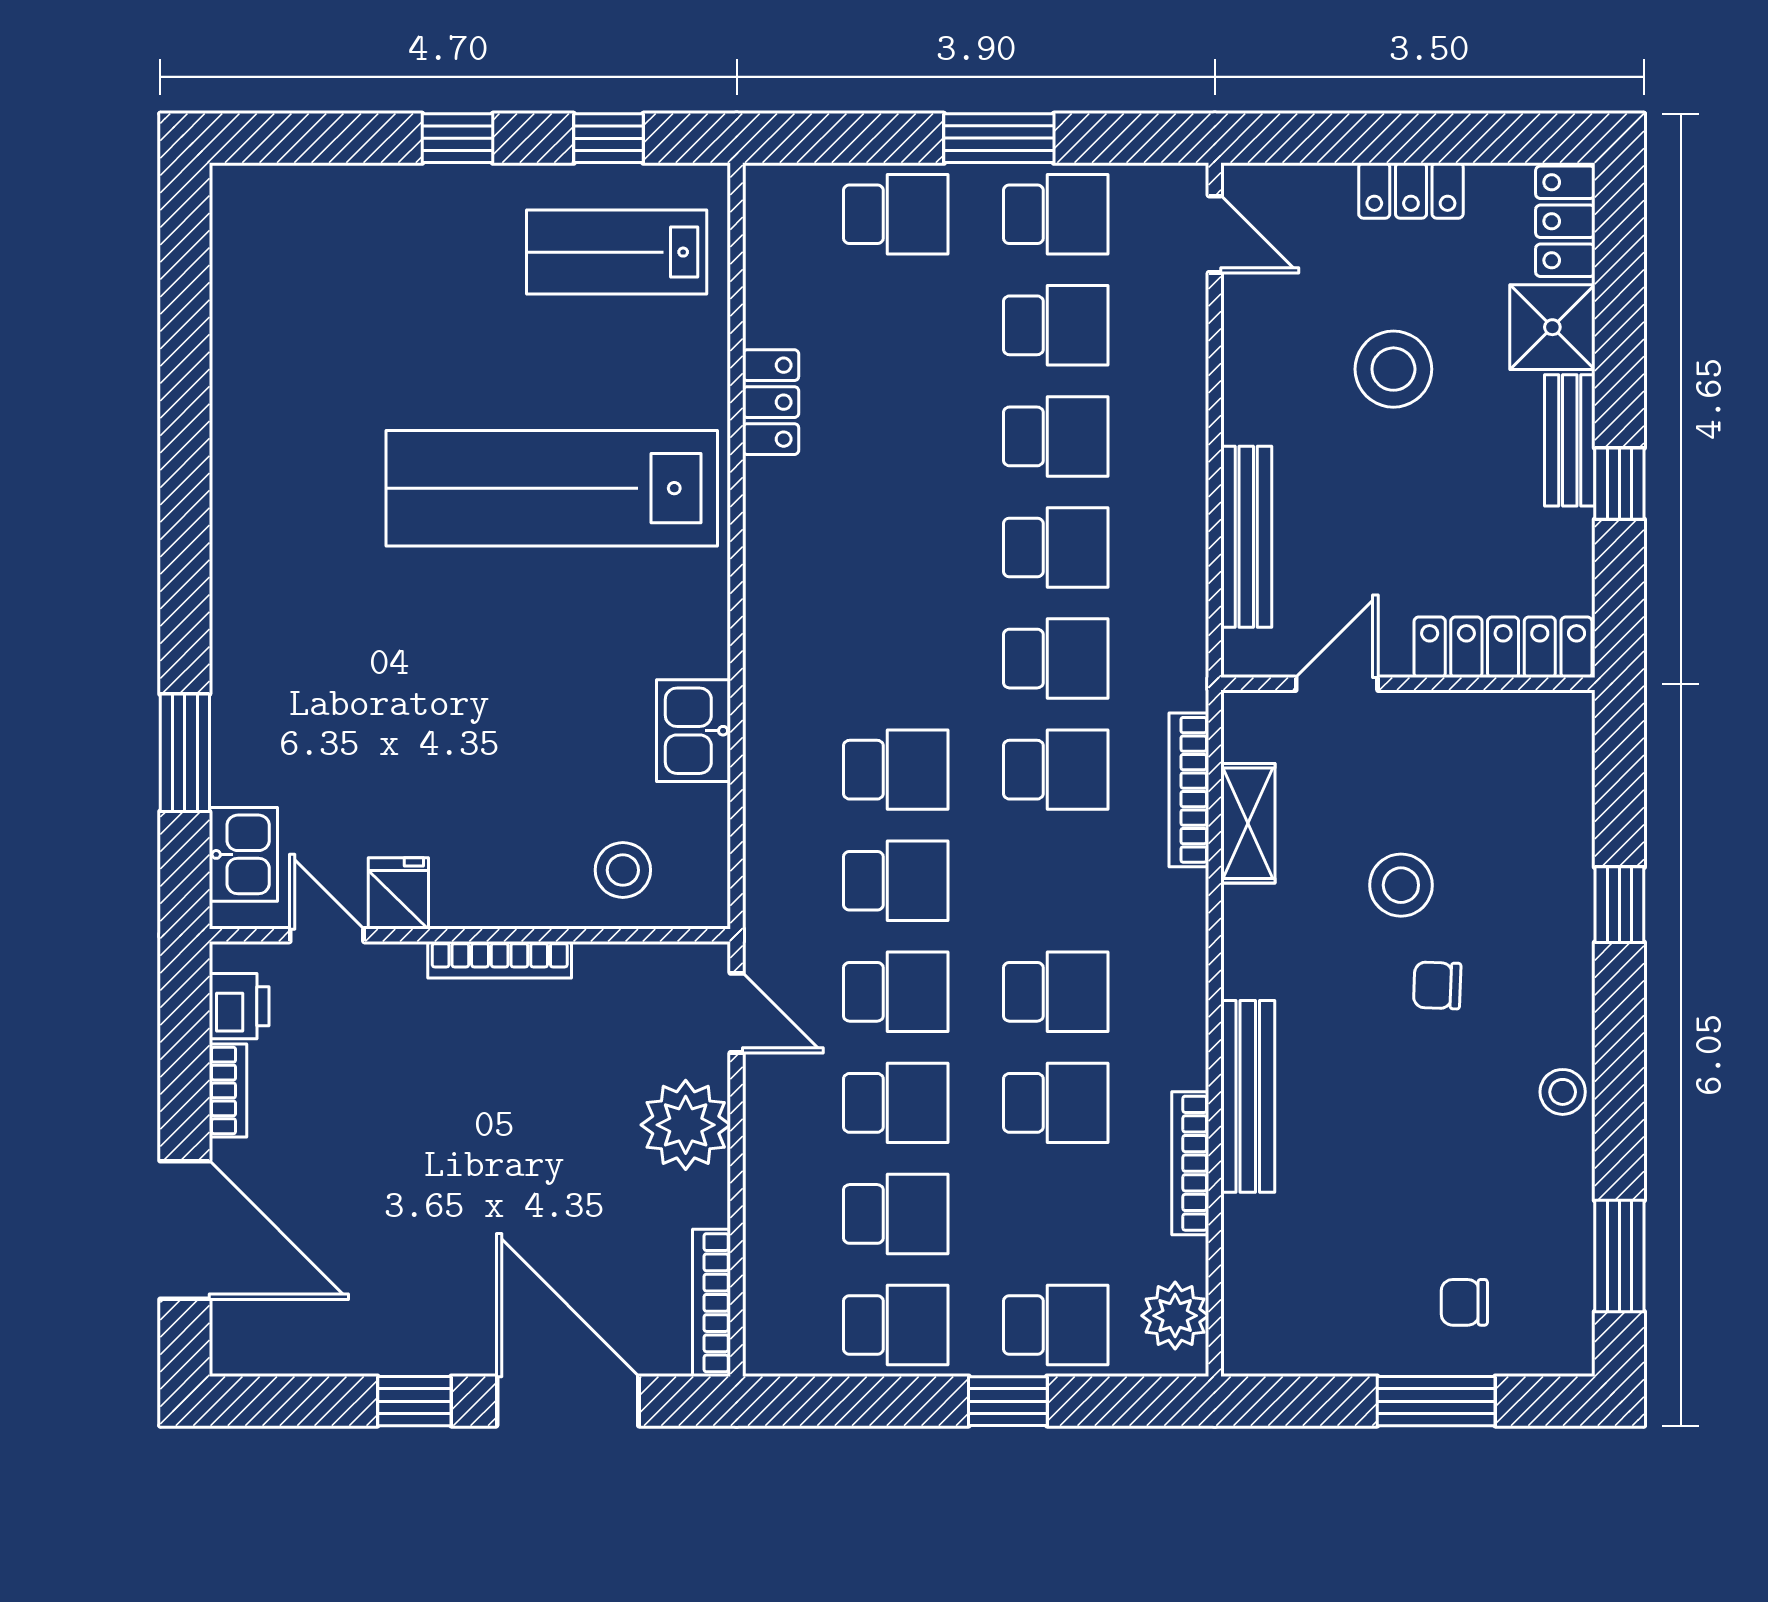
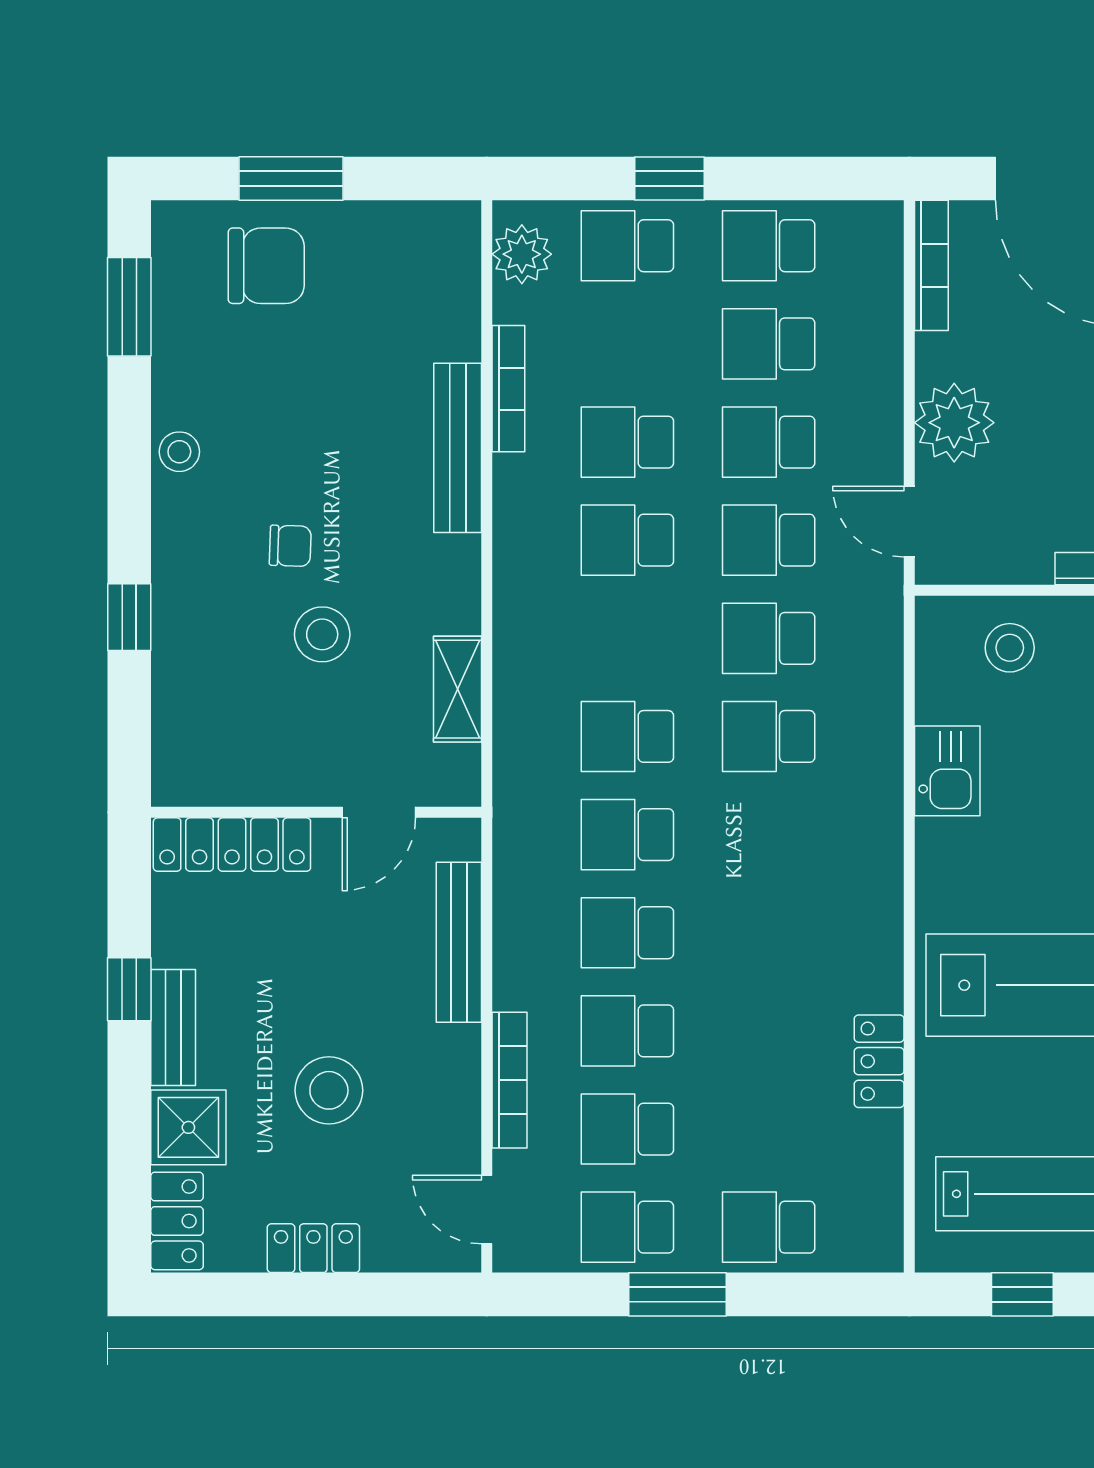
bookcase: (1189, 790) -> (510, 1080), moved
chair: (1464, 1302) -> (266, 266), width x1.87, depth x1.87

